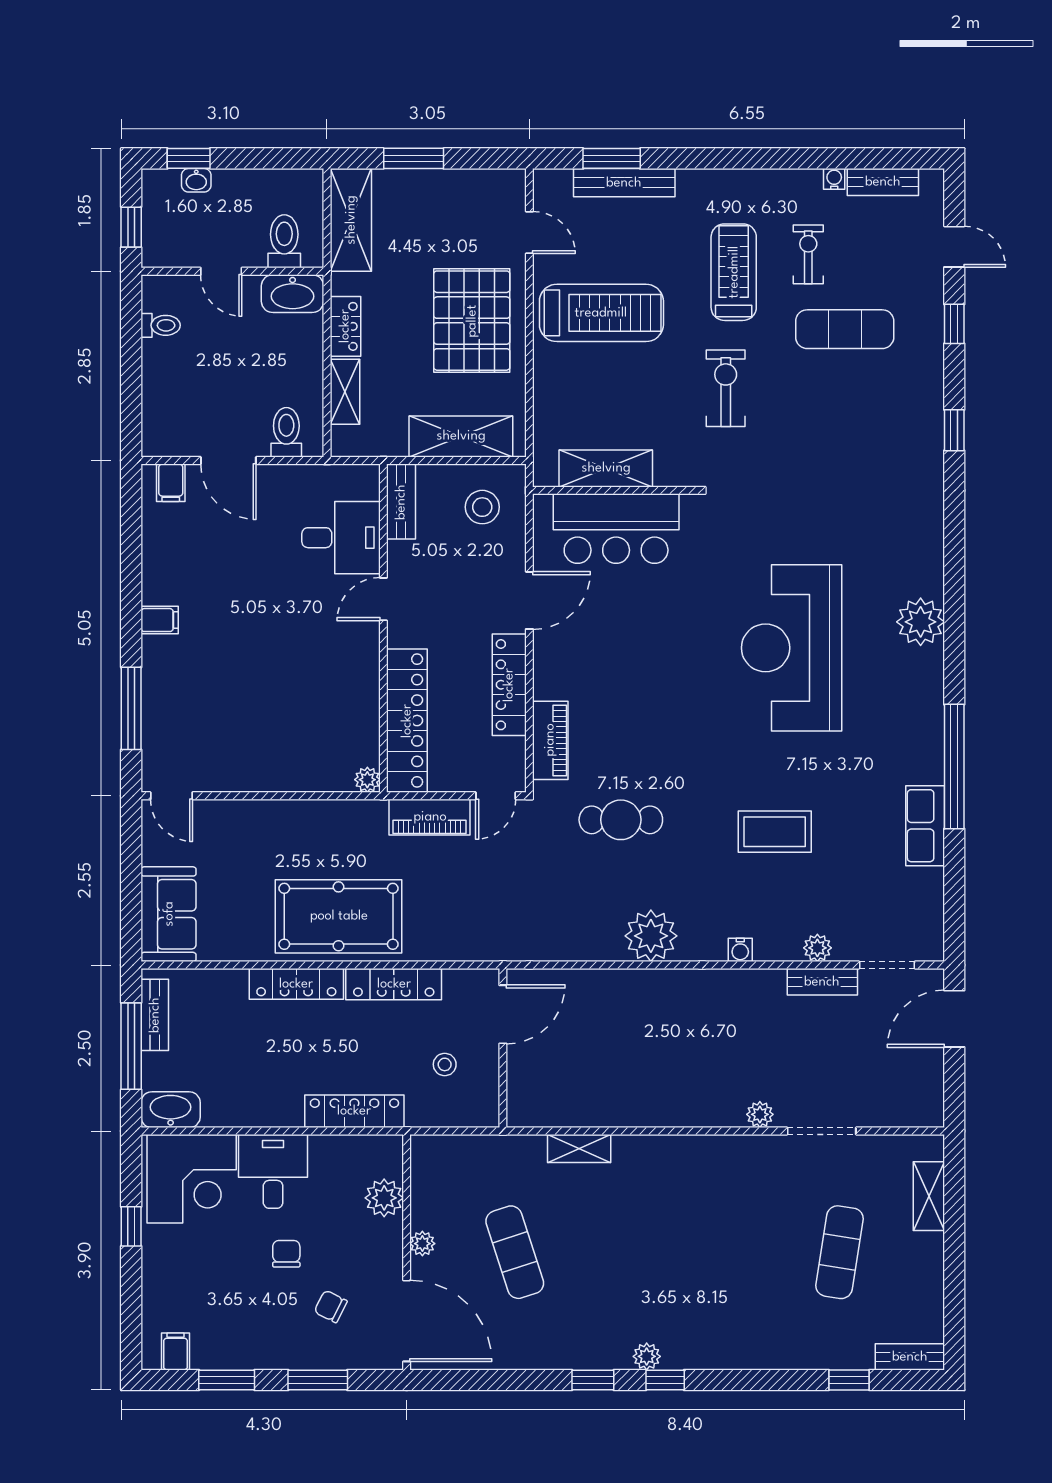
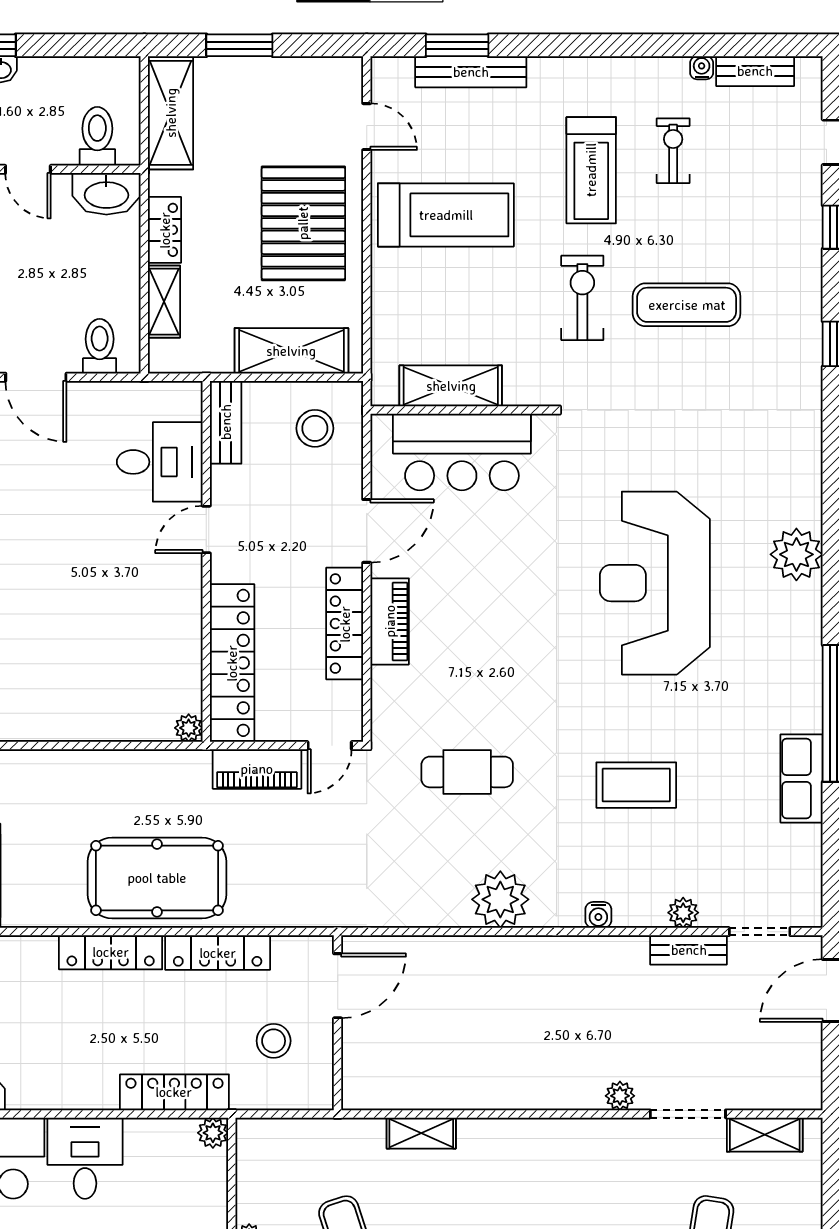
treadmill: (734, 272) -> (591, 170), turned 180
exercise mat: (845, 329) -> (687, 305), moved
piano: (550, 740) -> (390, 621), moved
stool: (445, 1064) -> (274, 1041), width x1.37, depth x1.37
shelving: (929, 1196) -> (765, 1135), moved, turned 90
plant: (384, 1198) -> (213, 1133), moved, width x0.73, depth x0.73

